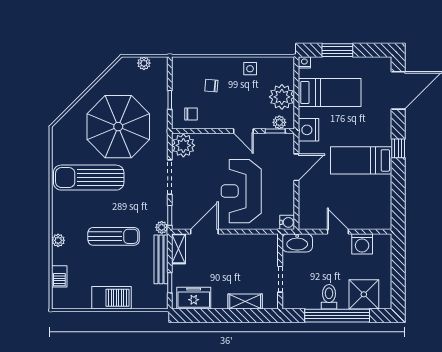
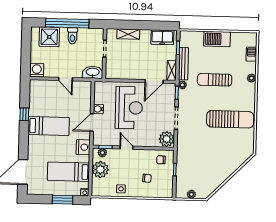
parasol: (118, 127) -> (210, 153), removed
window: (398, 148) -> (24, 114), moved
water cooler: (287, 222) -> (98, 109), moved
washing machine: (362, 244) -> (37, 70), moved

